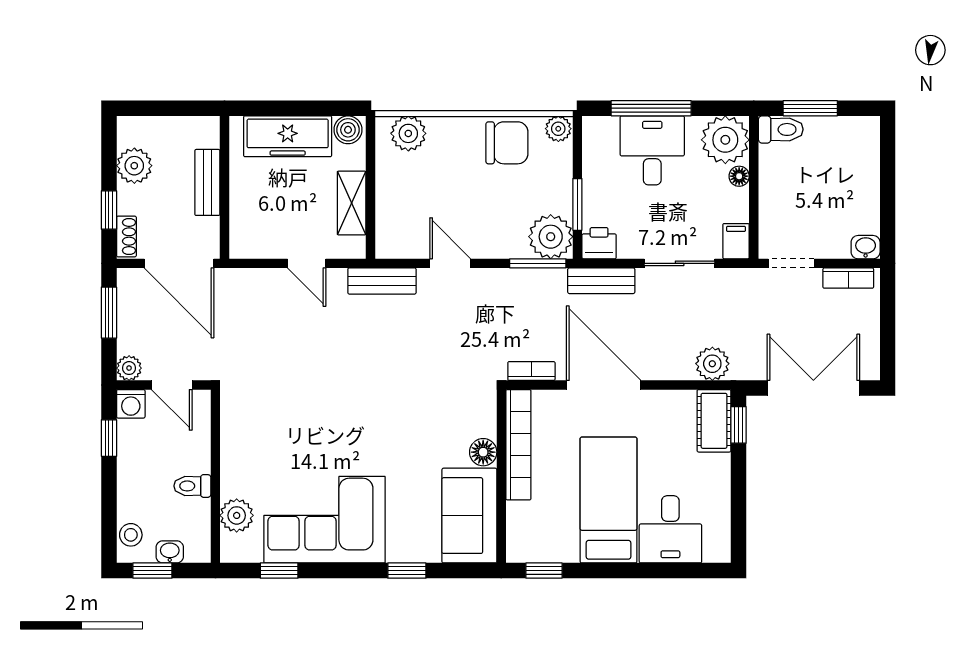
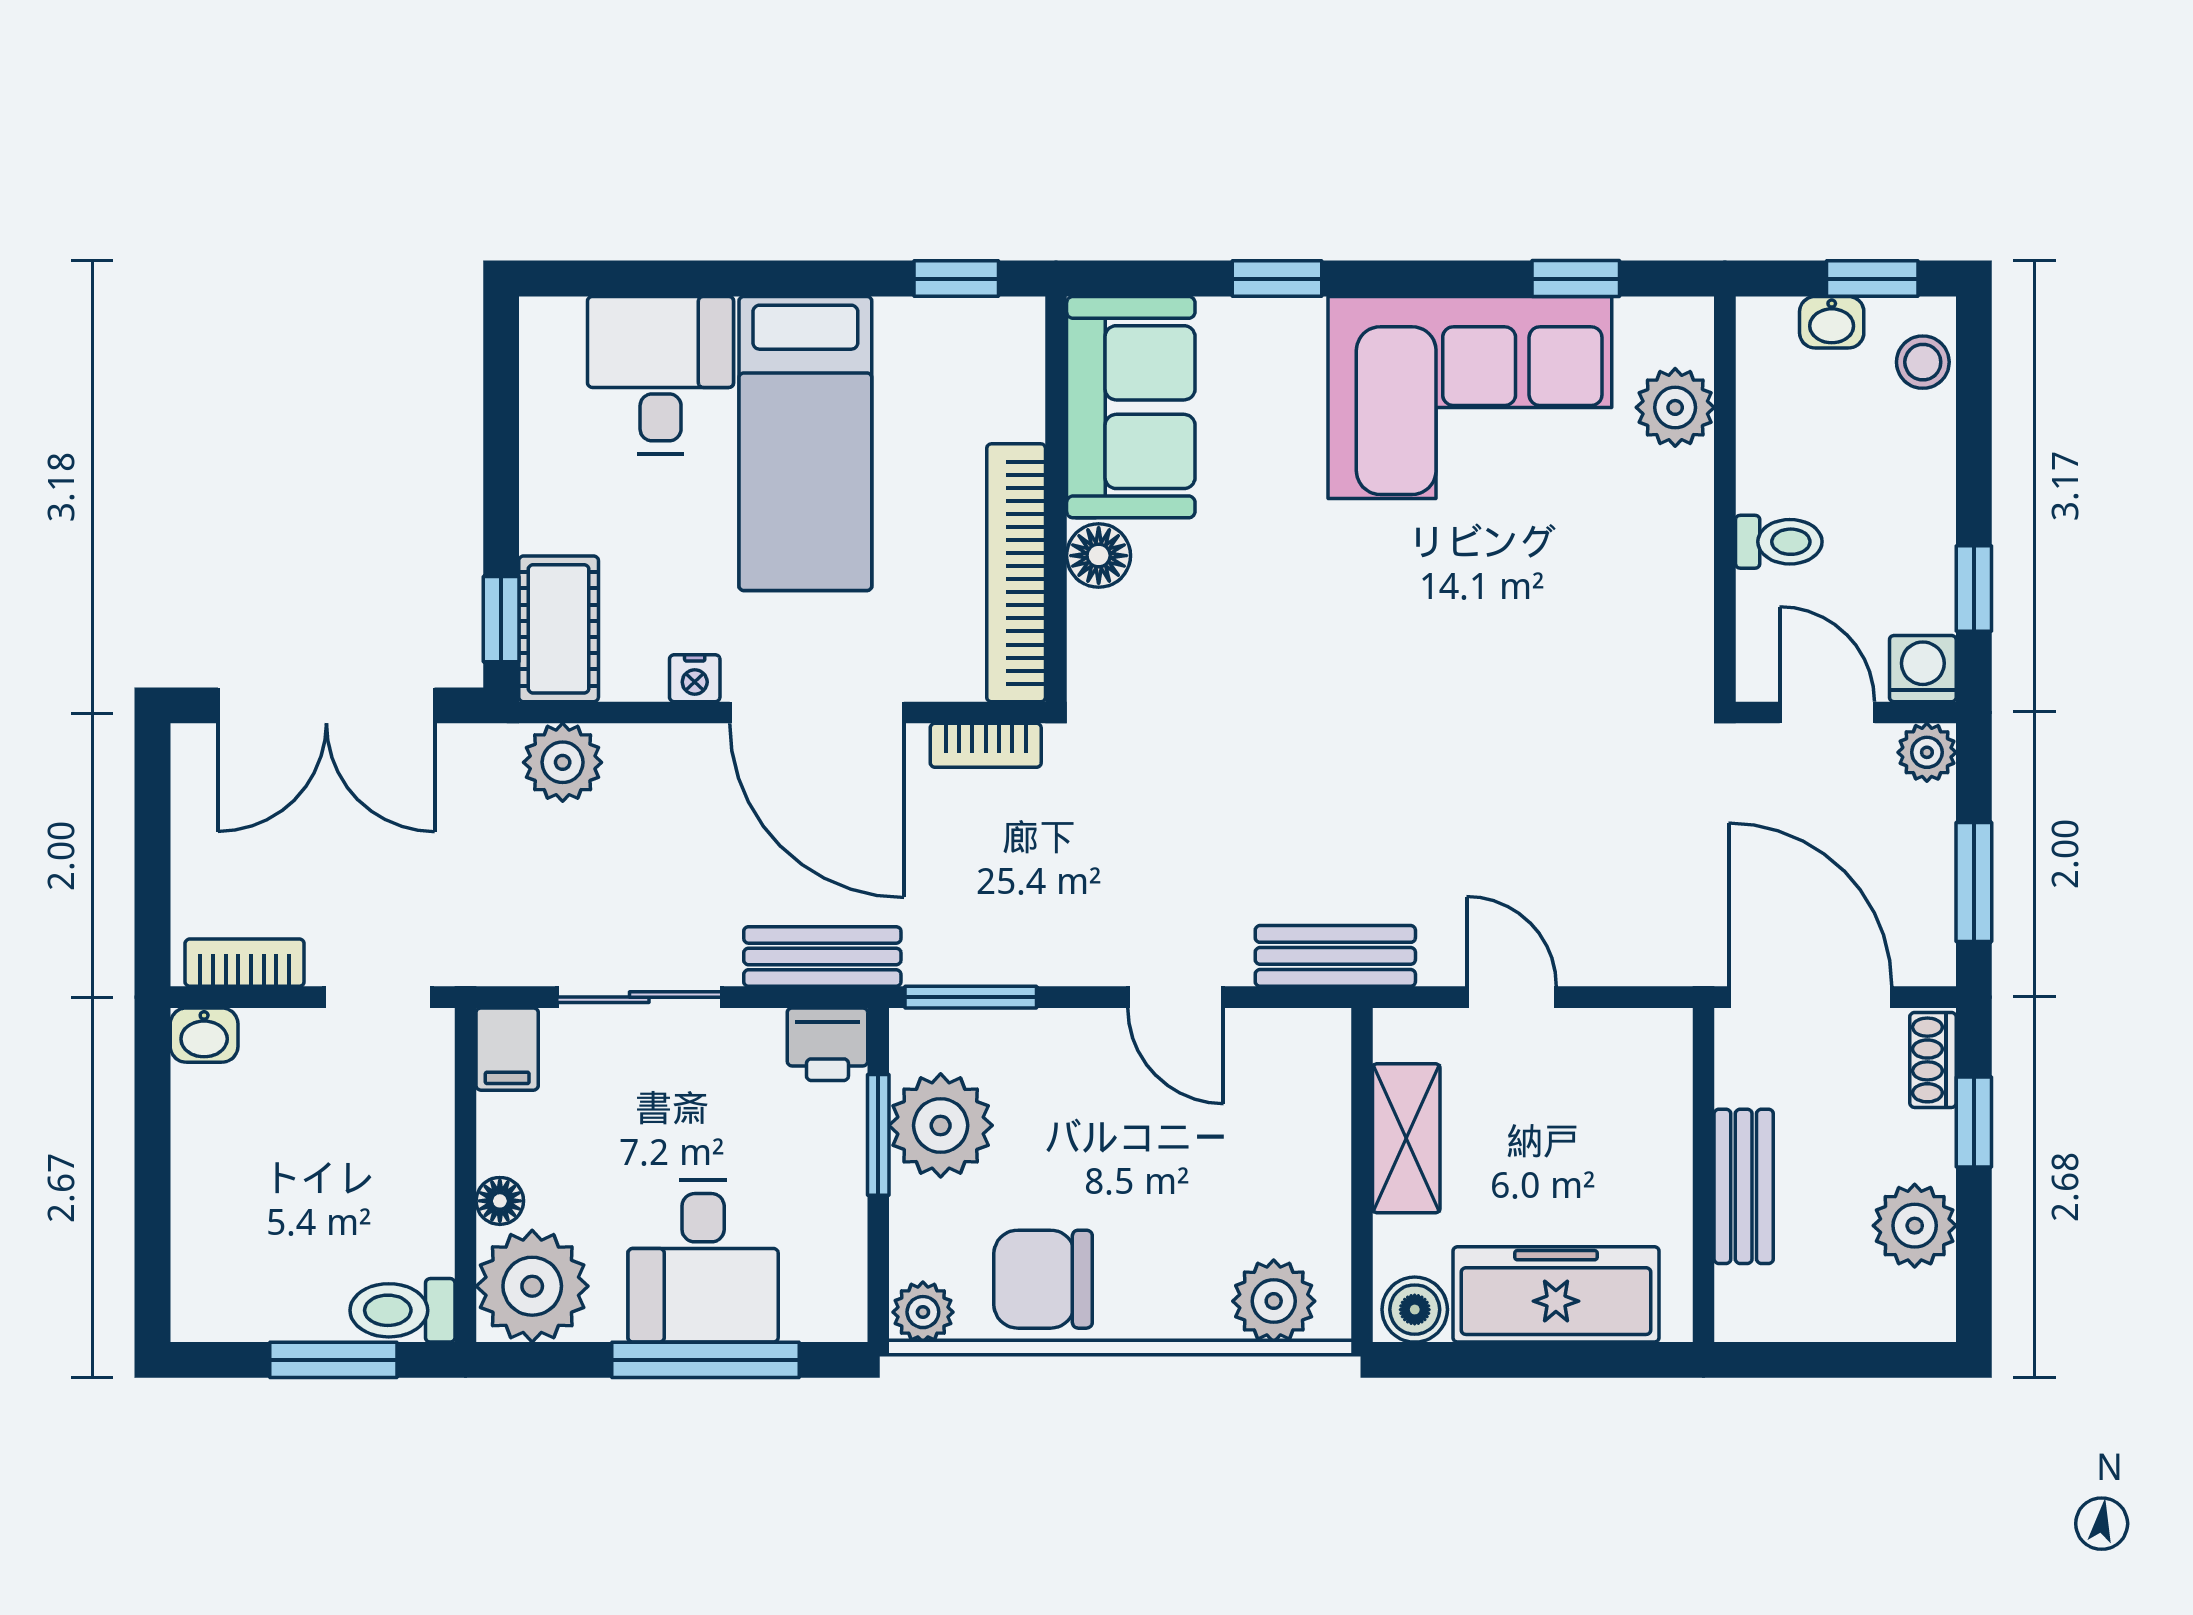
plant: (551, 237) -> (941, 1125), moved
nightstand: (656, 400) -> (695, 678), added
toilet: (192, 486) -> (1779, 542), moved

